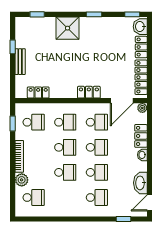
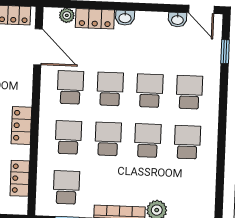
locker: (89, 92) -> (21, 125), moved
plant: (142, 108) -> (67, 15), moved
washbasin: (140, 183) -> (177, 20), width x0.52, depth x0.69
school desk: (34, 197) -> (187, 142), moved

